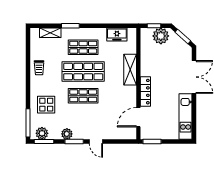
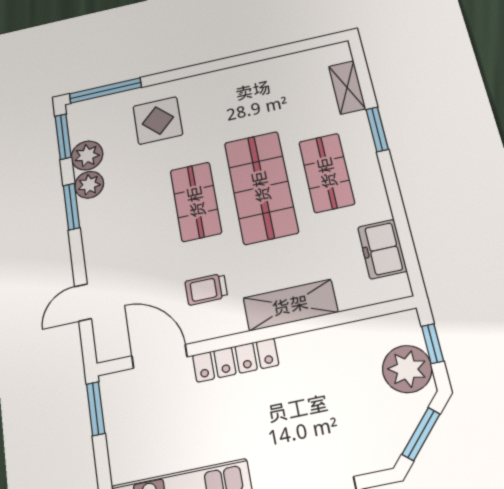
trolley: (39, 68) -> (206, 289), moved
plant: (42, 133) -> (87, 155), moved
door: (96, 141) -> (83, 302), moved

